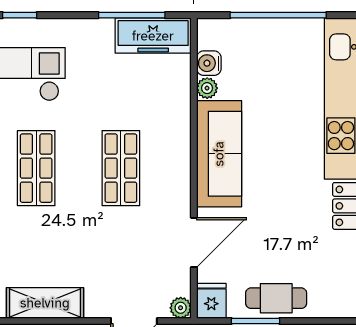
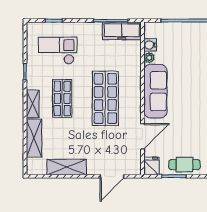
shop shelf: (121, 168) -> (105, 98), width x1.43, depth x1.36
plant: (181, 308) -> (136, 170), removed

